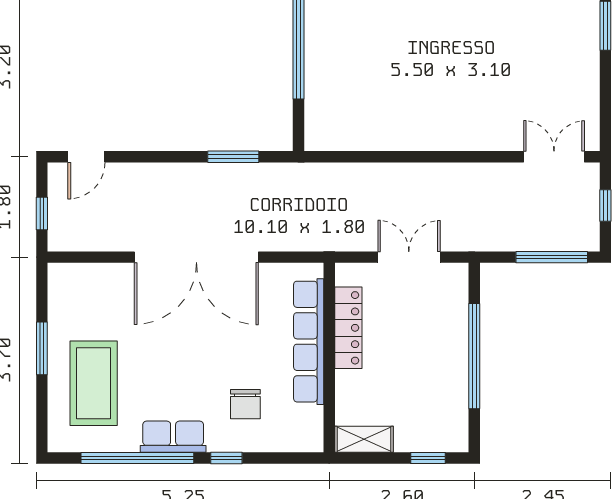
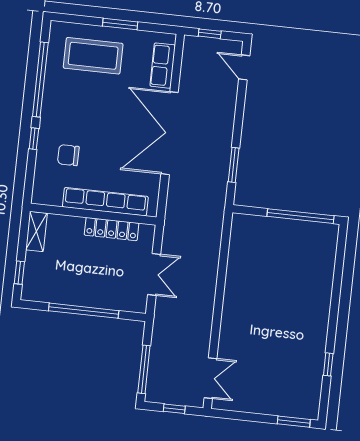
row of seats: (173, 437) -> (163, 66), moved, turned 180

